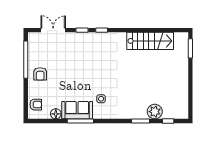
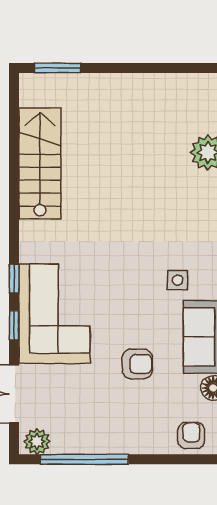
plant: (33, 40) -> (37, 442), added
corner sofa: (87, 47) -> (54, 314), added
armchair: (40, 74) -> (137, 364), moved

